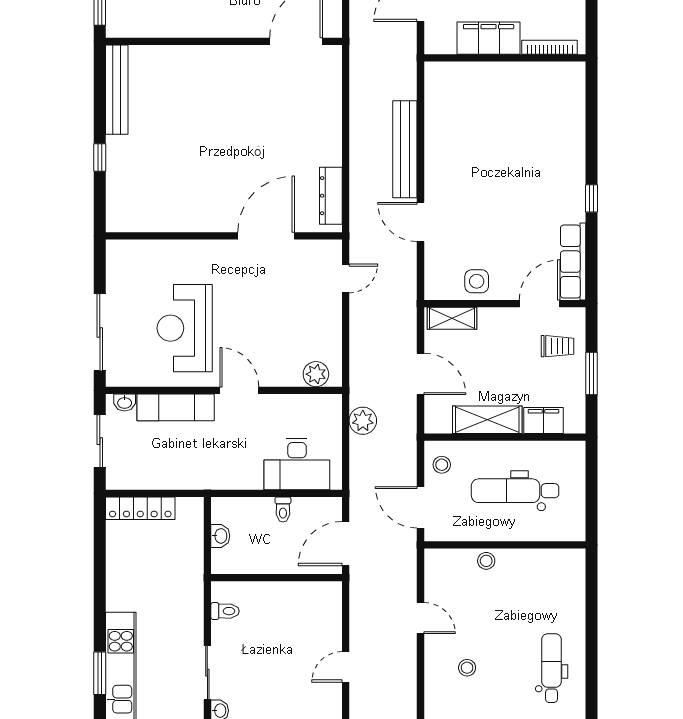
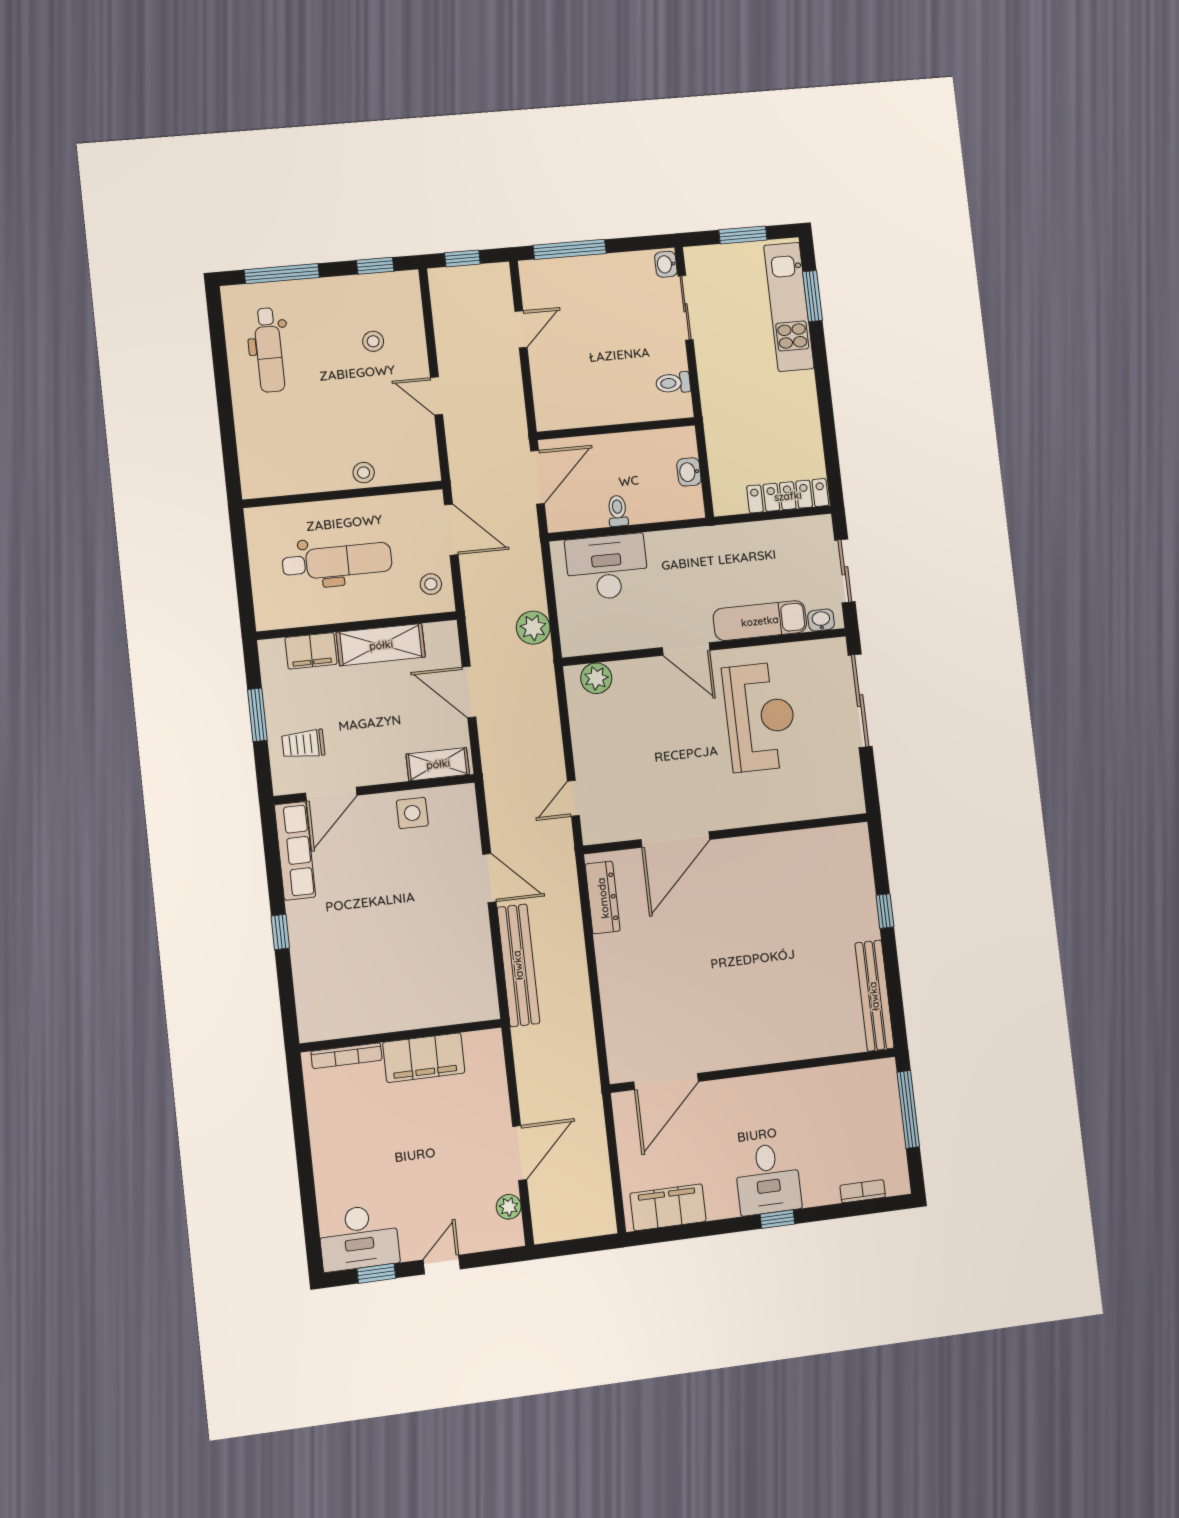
filing cabinet: (489, 38) -> (424, 1058), moved
bookcase: (550, 47) -> (346, 1056), moved
wall: (505, 58) -> (401, 1036), moved

